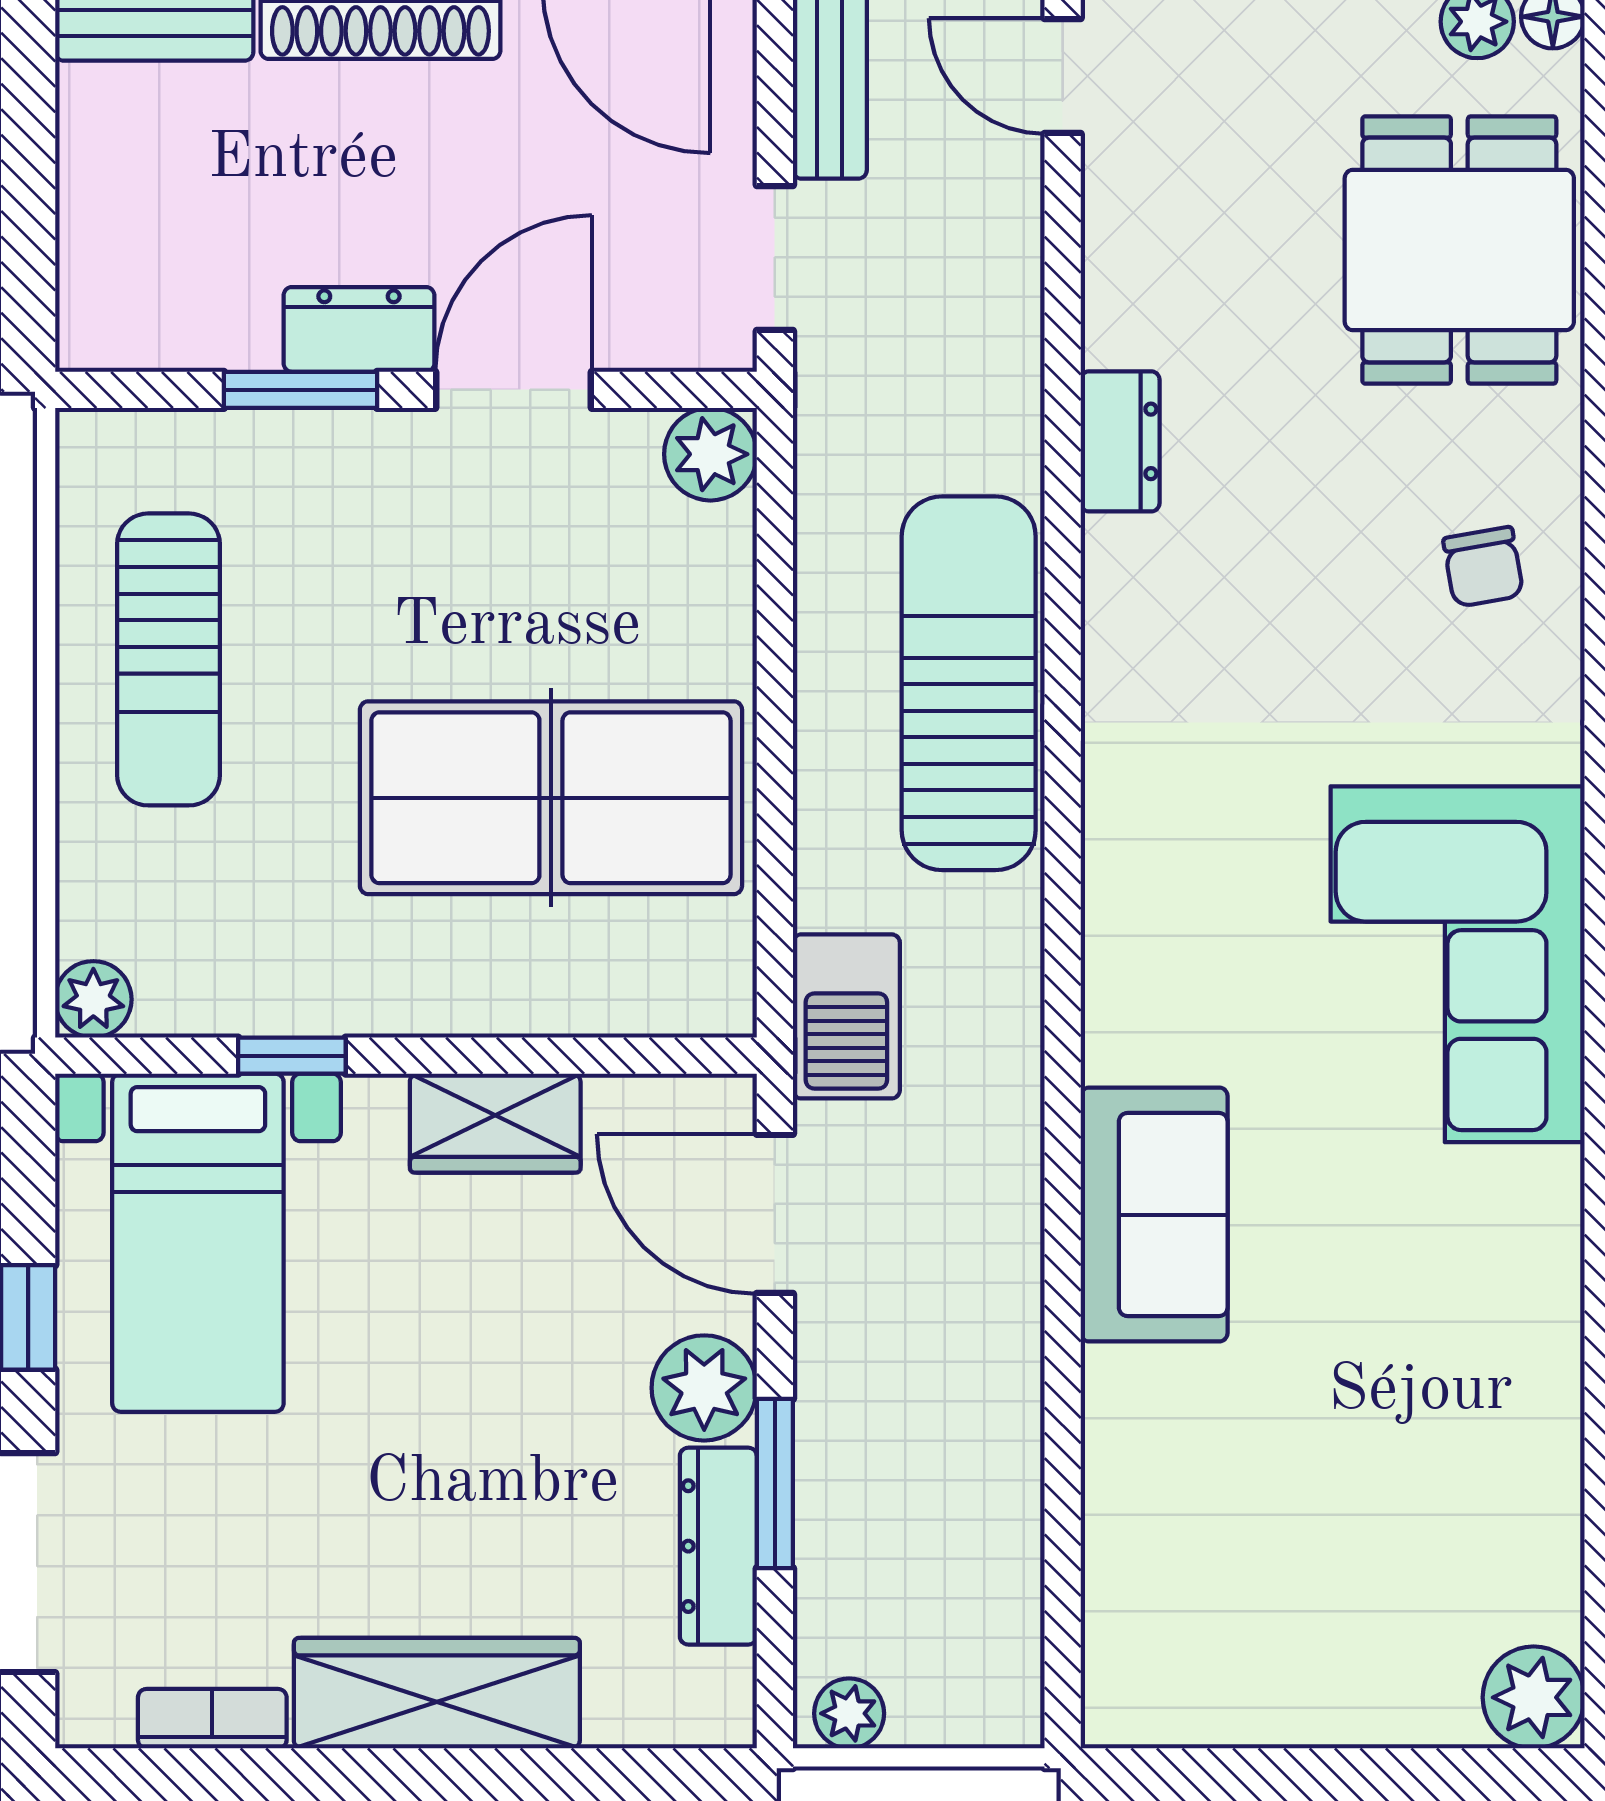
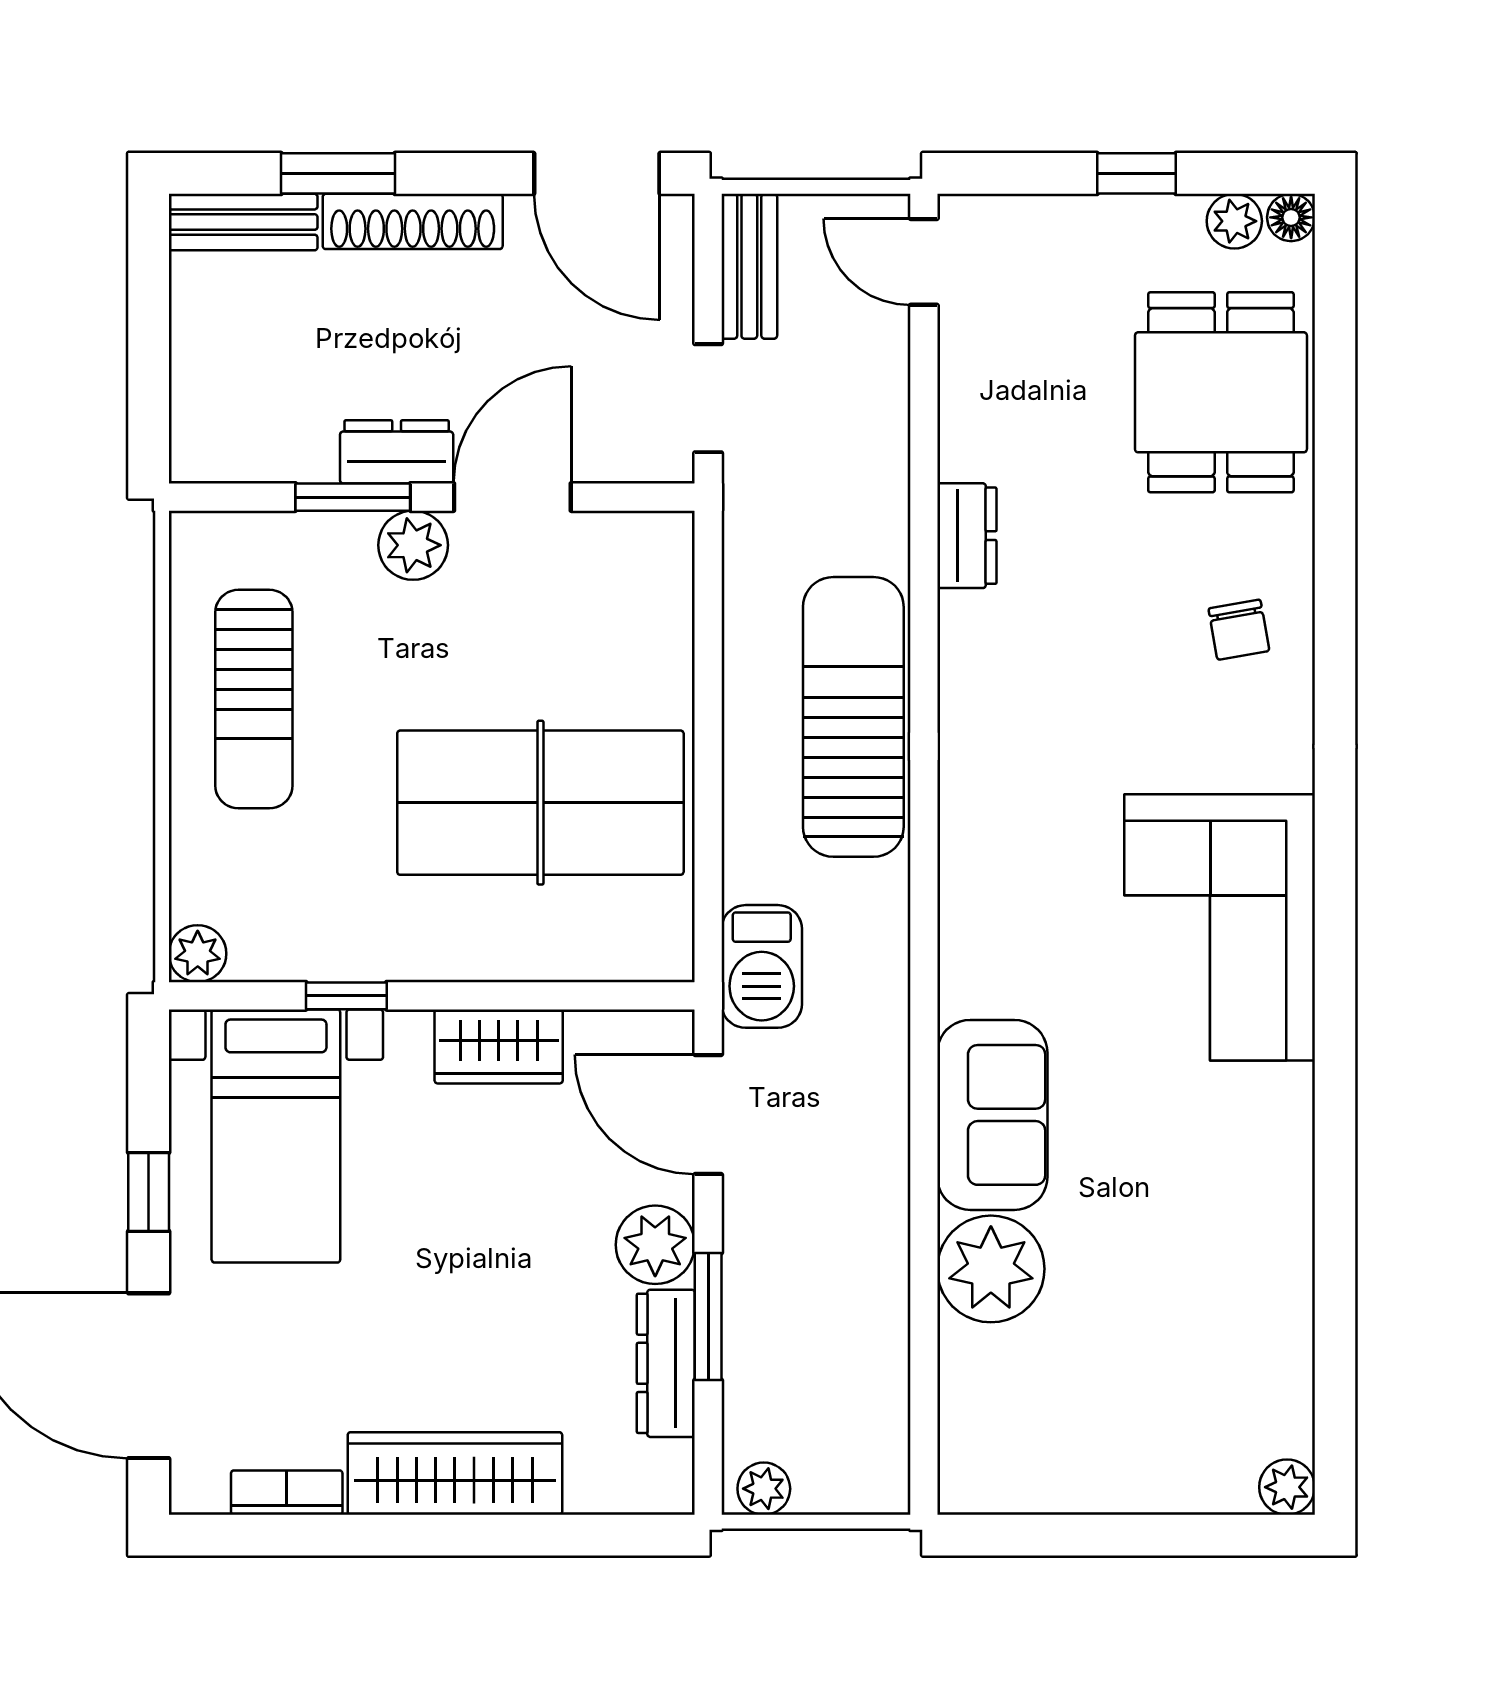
plant: (710, 454) -> (413, 545), moved
plant: (1152, 1420) -> (991, 1269), added
plant: (1534, 1697) -> (1287, 1487), width x0.73, depth x0.73

